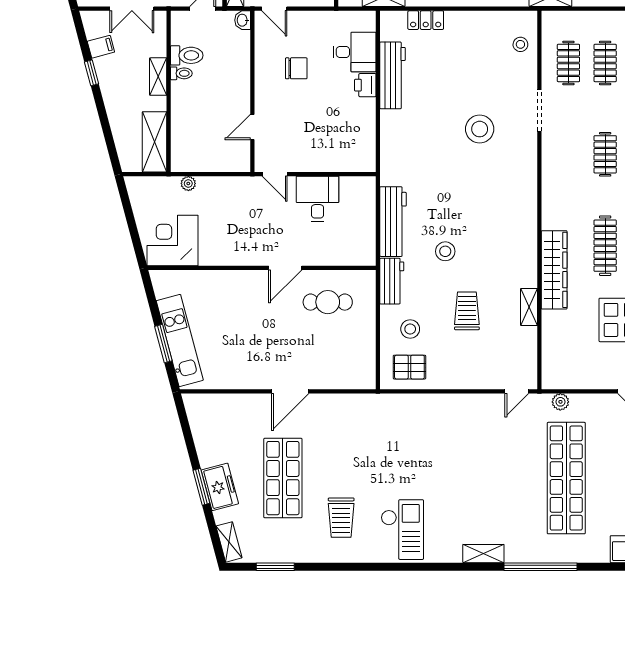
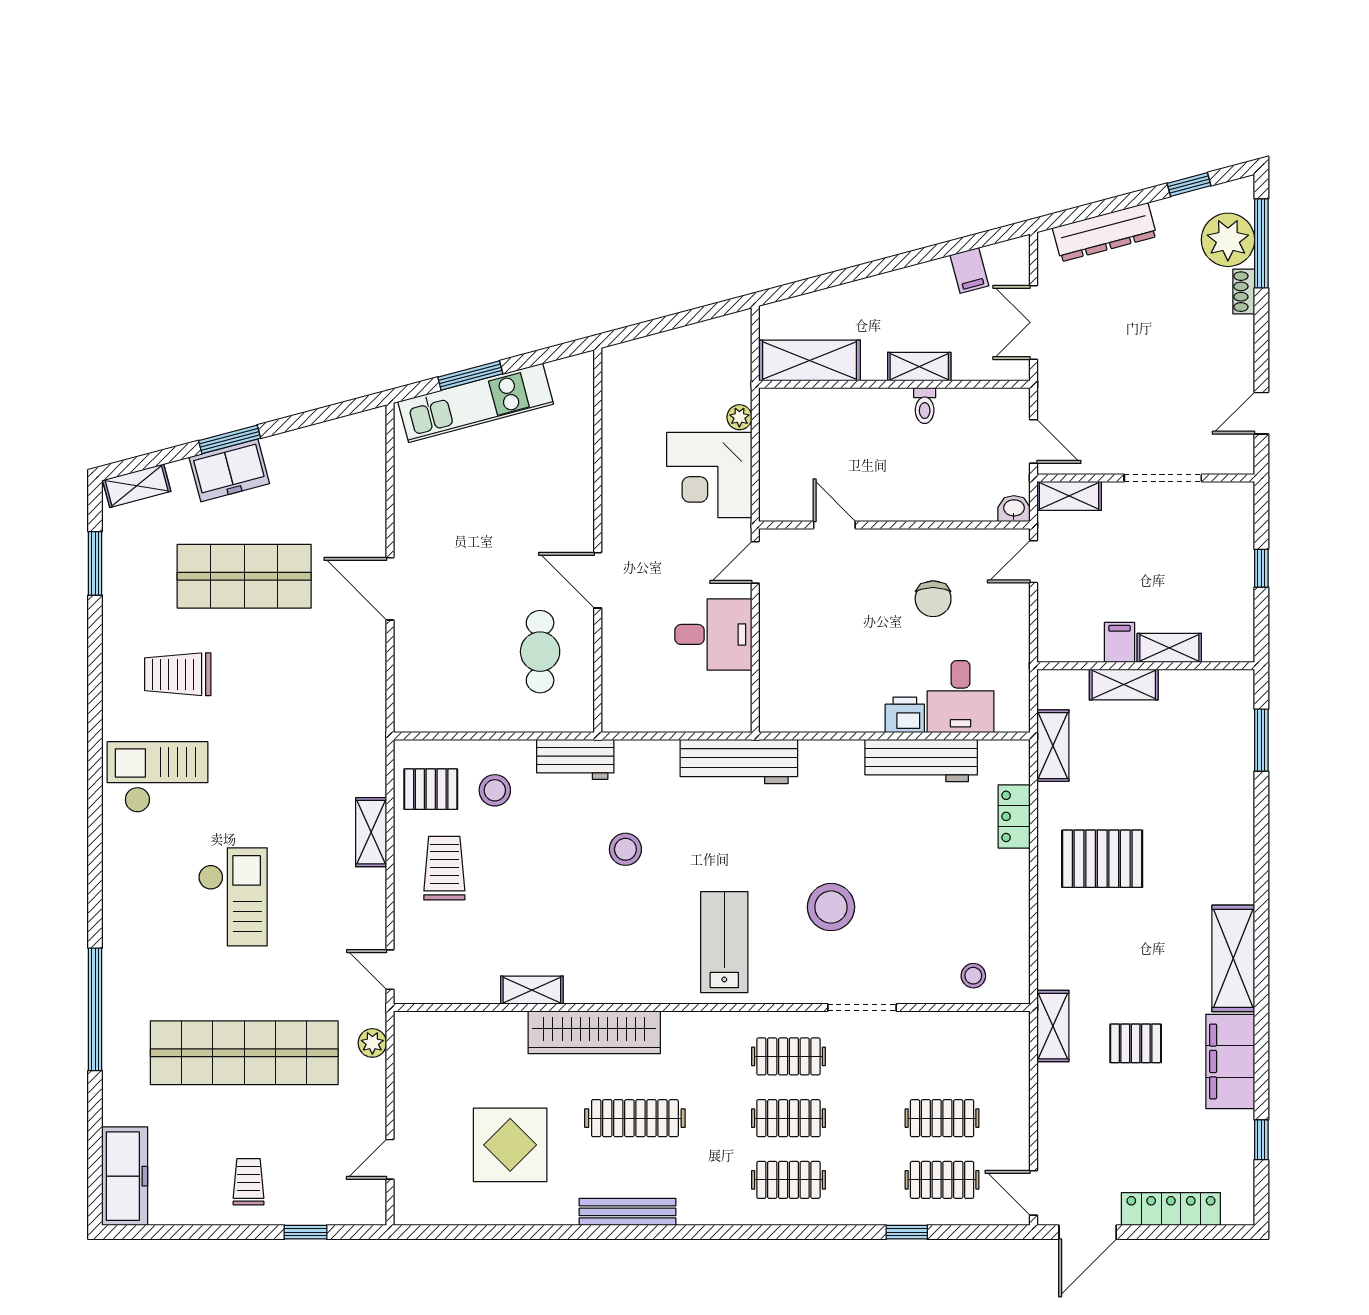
toilet: (187, 55) -> (955, 415), removed
clothes rail: (568, 63) -> (788, 1056), moved
window: (92, 73) -> (925, 255), removed
lab bench: (500, 192) -> (724, 942), added
workbench: (393, 222) -> (739, 762), moved
corner desk: (173, 240) -> (709, 475), moved, turned 180
trolley: (467, 311) -> (444, 868), moved, turned -90
pallet: (409, 367) -> (431, 789), turned 90
checkout: (474, 485) -> (233, 897), added
checkout: (402, 530) -> (158, 777), turned 180
shelving: (483, 554) -> (371, 832), moved

